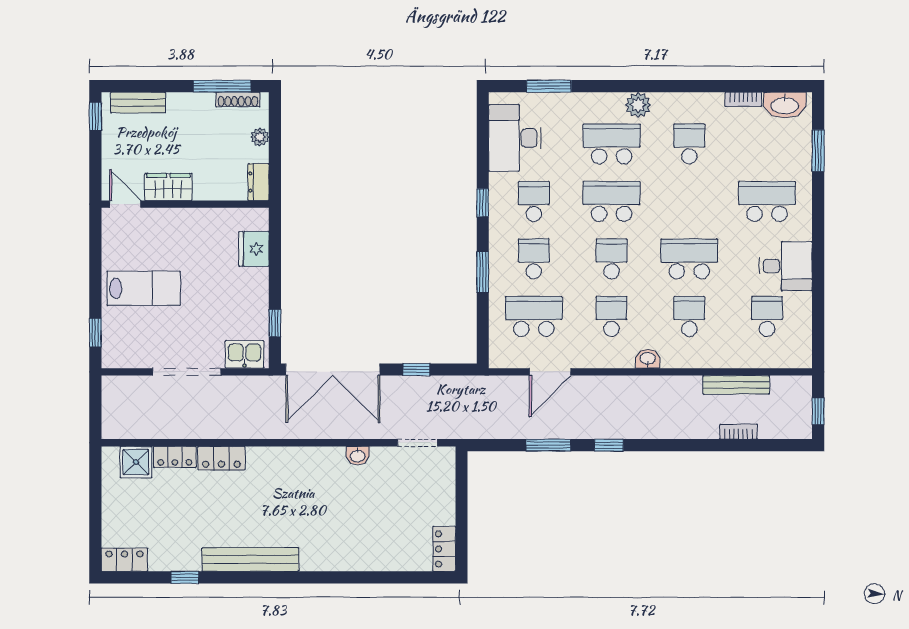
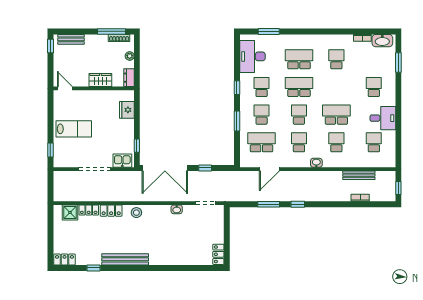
plant: (638, 105) -> (312, 40), removed
wardrobe: (168, 187) -> (100, 80), moved
school desk: (767, 201) -> (374, 87), width x0.54
stool: (274, 462) -> (136, 213), added

